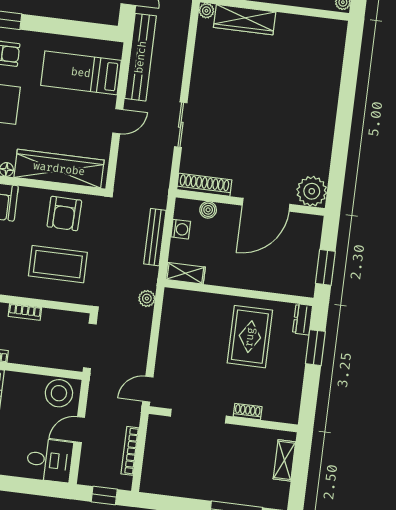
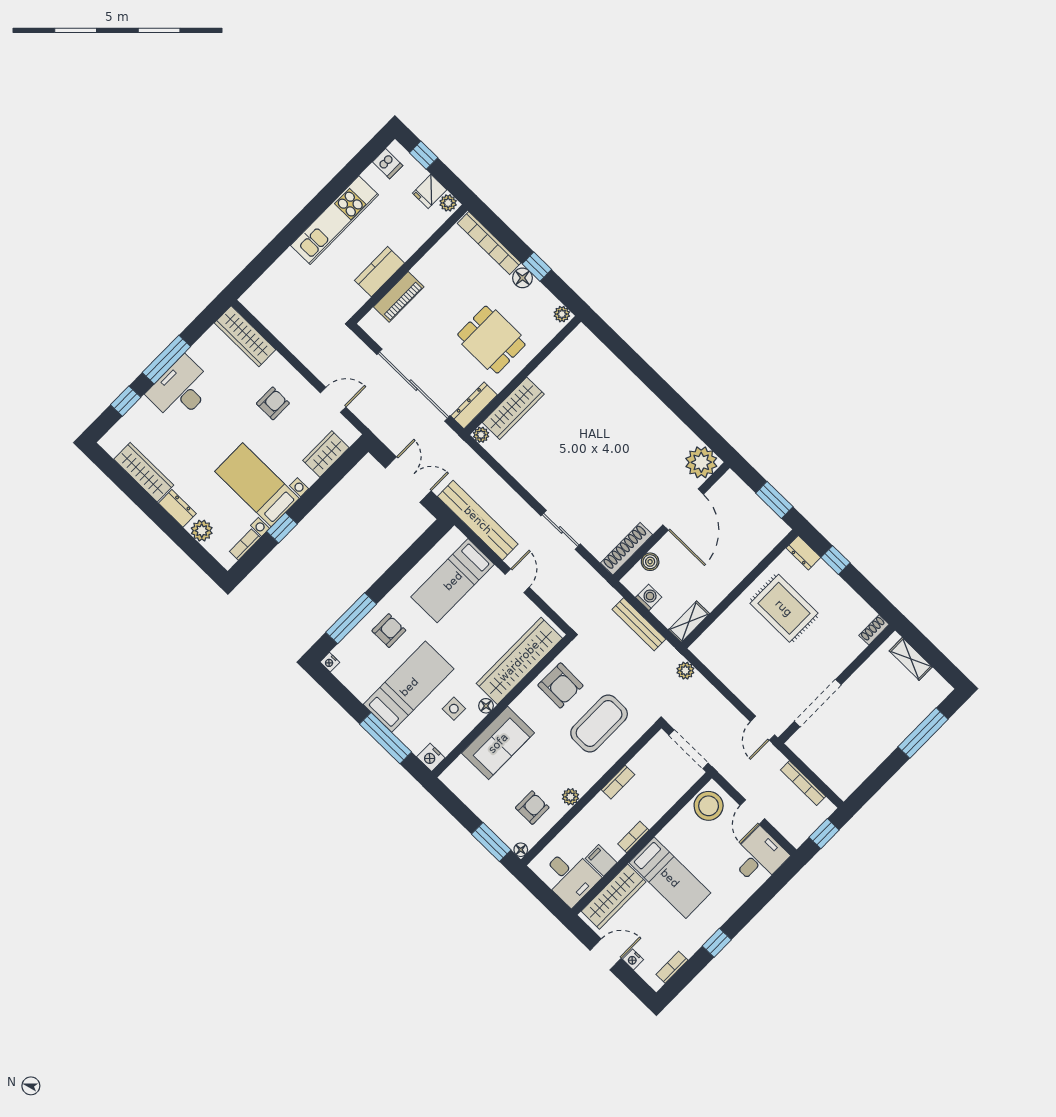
window: (315, 348) -> (836, 560), width x0.67
shoe rack: (248, 412) -> (874, 630), moved

